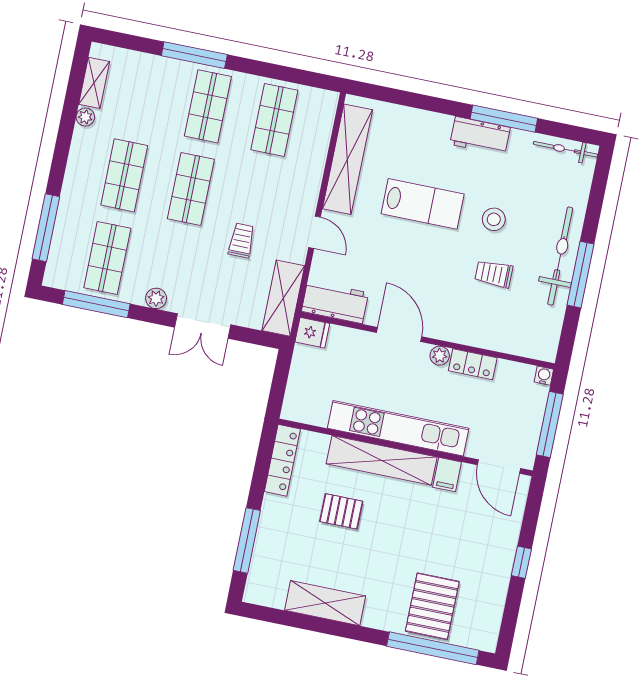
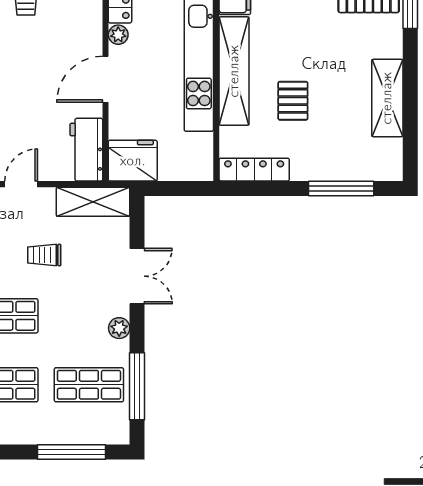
fridge: (312, 333) -> (133, 161), width x1.88, depth x1.34

